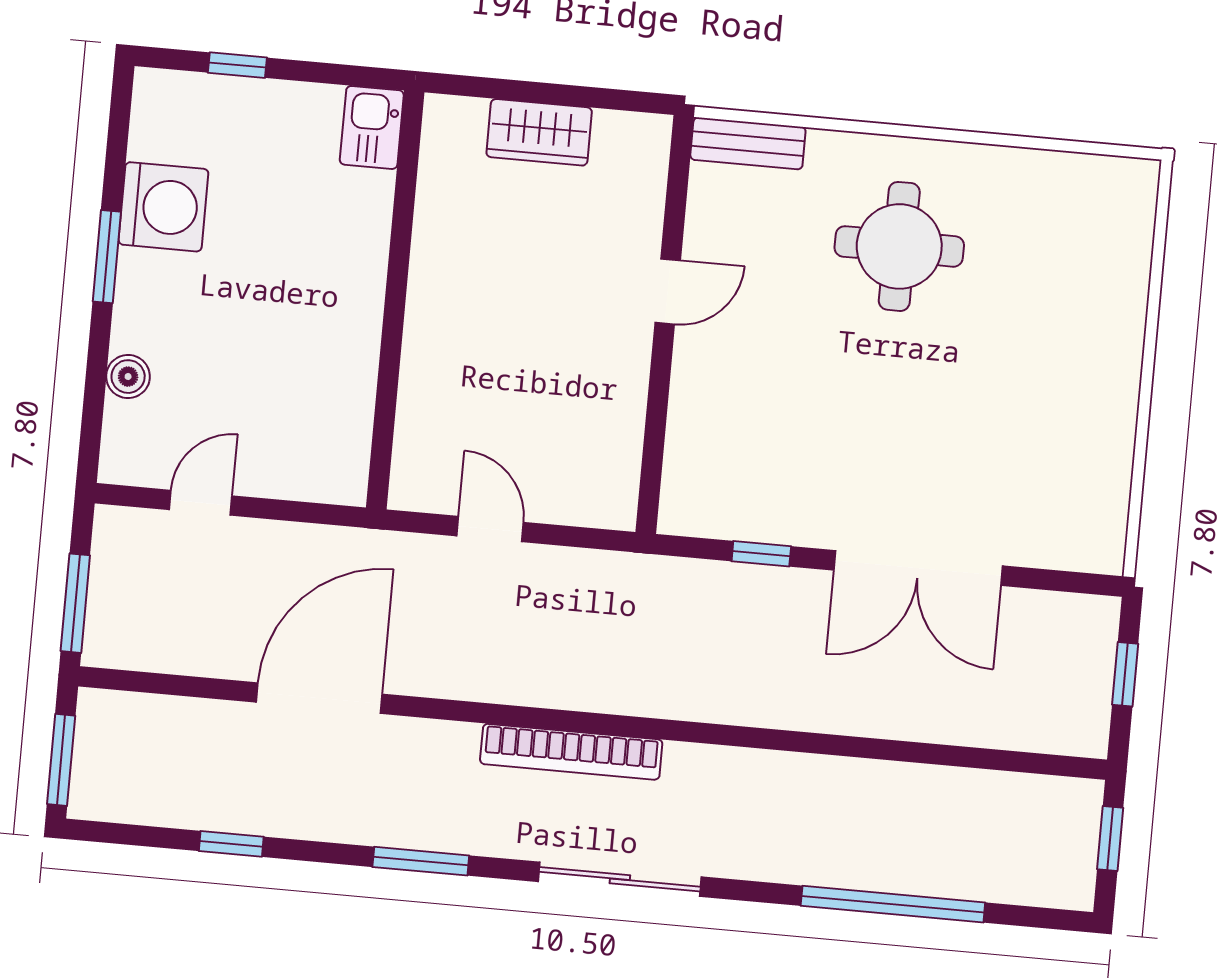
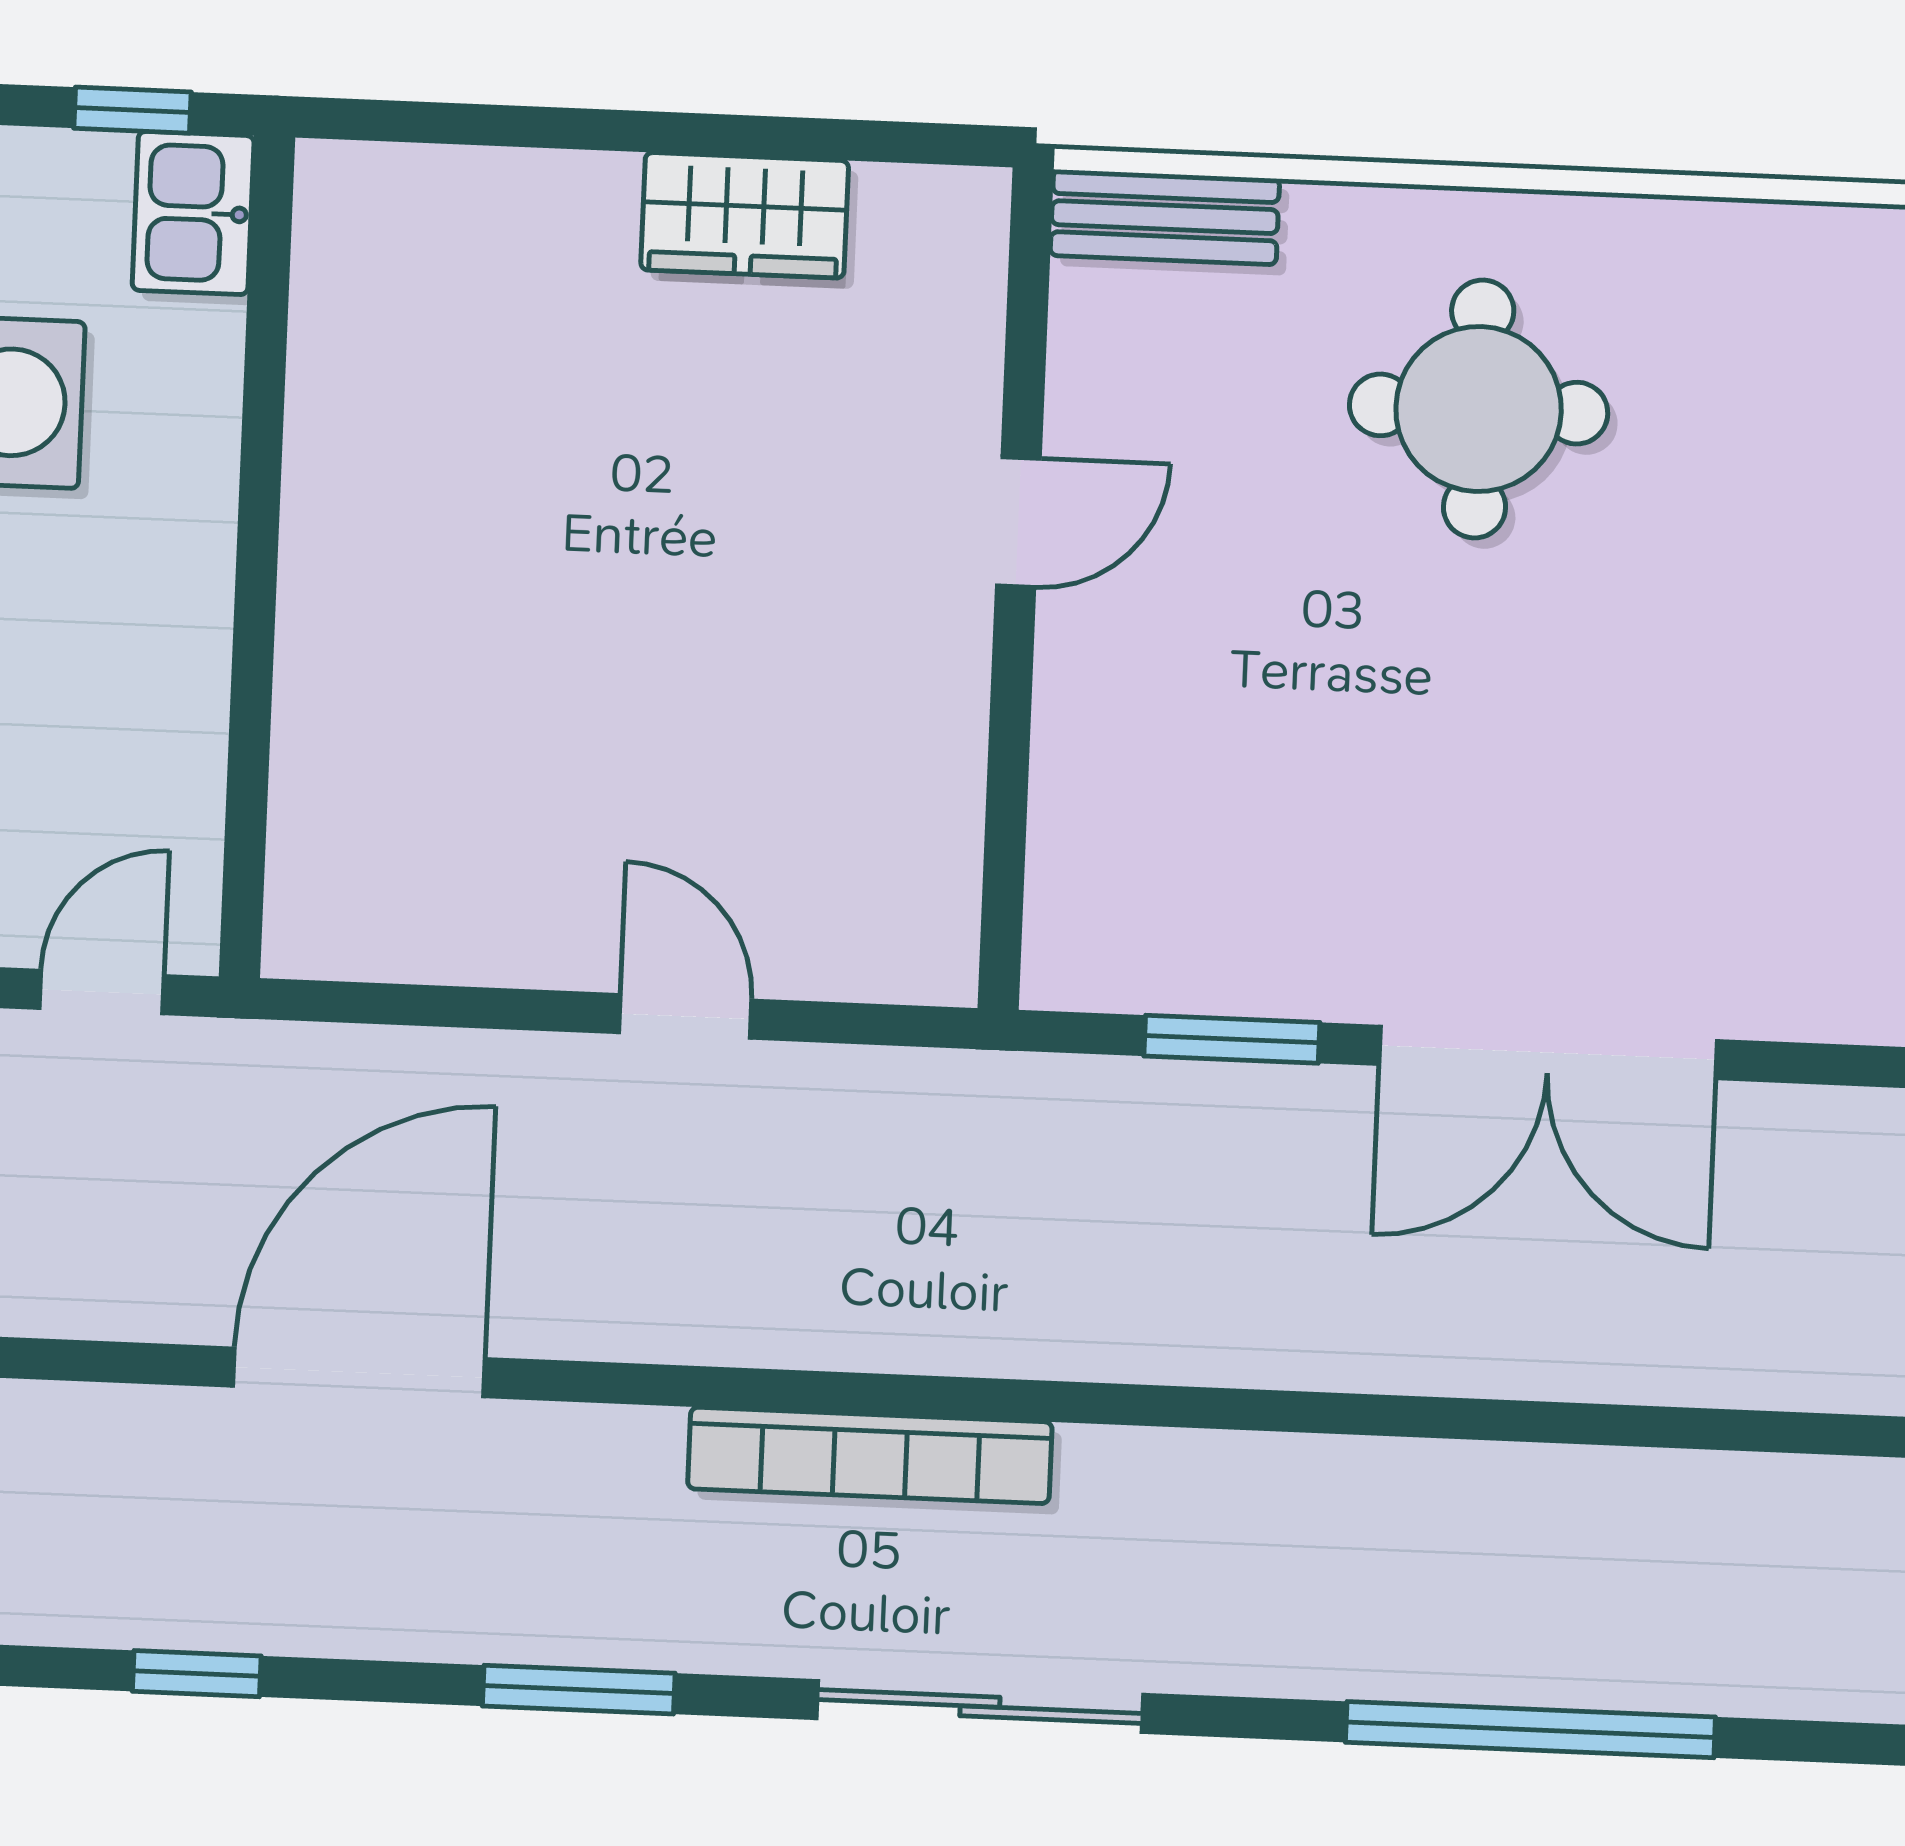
kitchen sink: (372, 127) -> (193, 213), moved
wall: (395, 300) -> (257, 557), moved
window: (761, 554) -> (1232, 1039), width x1.50

